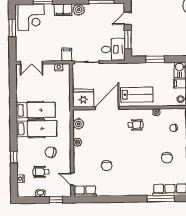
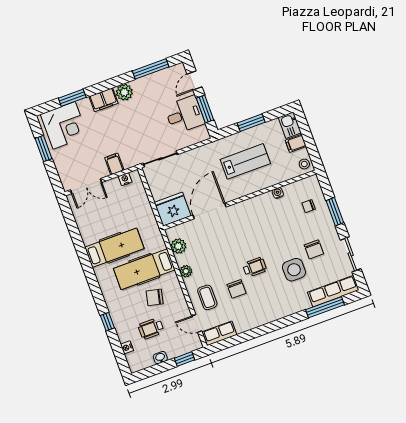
desk: (113, 49) -> (185, 115), moved
filing cabinet: (67, 55) -> (114, 164), moved
lab bench: (137, 95) -> (245, 161), moved
wheelchair: (136, 125) -> (255, 267), moved
hospital bed: (37, 129) -> (144, 269), moved, turned 180
coffee table: (85, 164) -> (207, 297), added
side table: (149, 166) -> (294, 270), added

